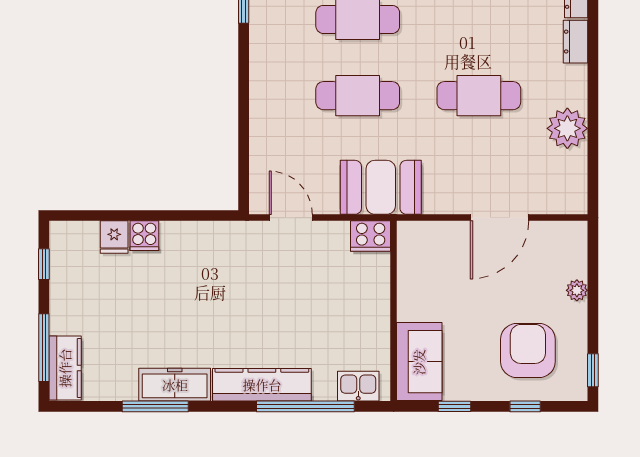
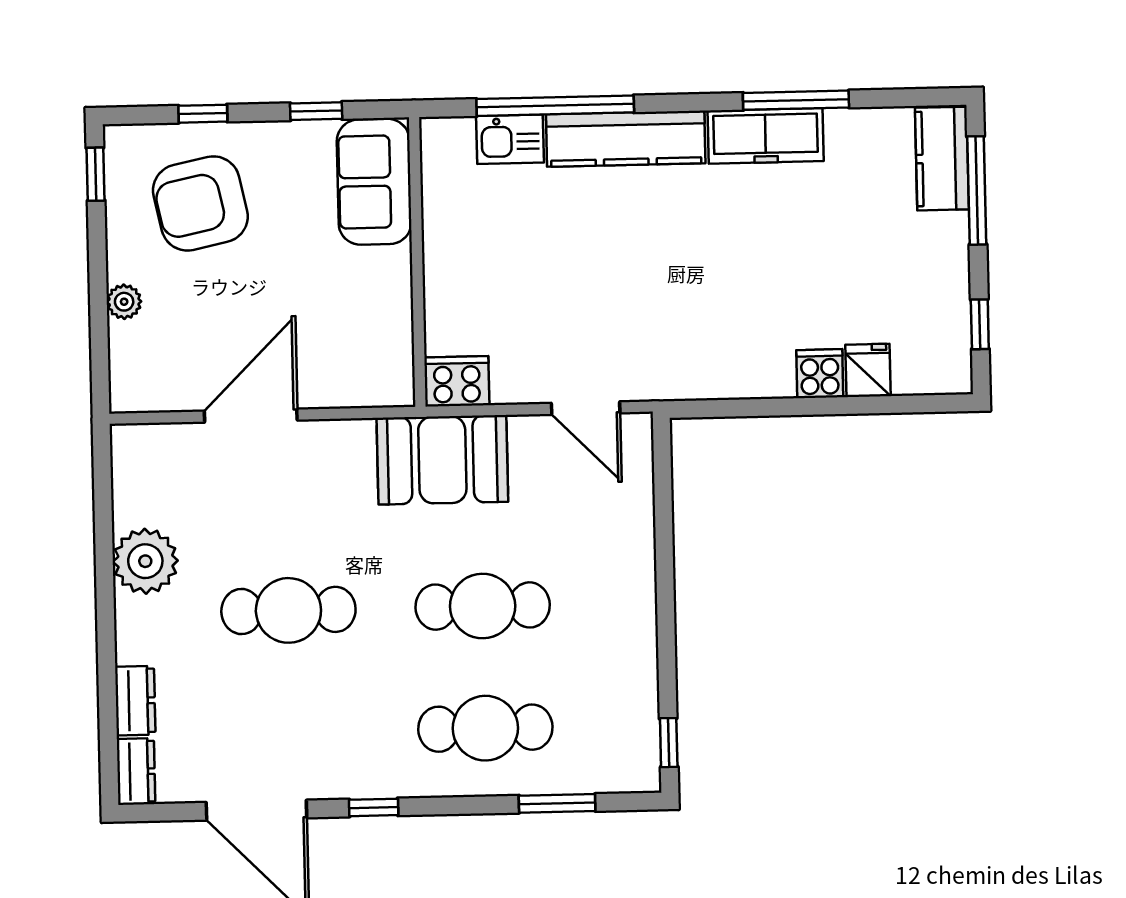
armchair: (528, 350) -> (200, 203), turned 78
kitchen sink: (358, 386) -> (510, 139), moved

